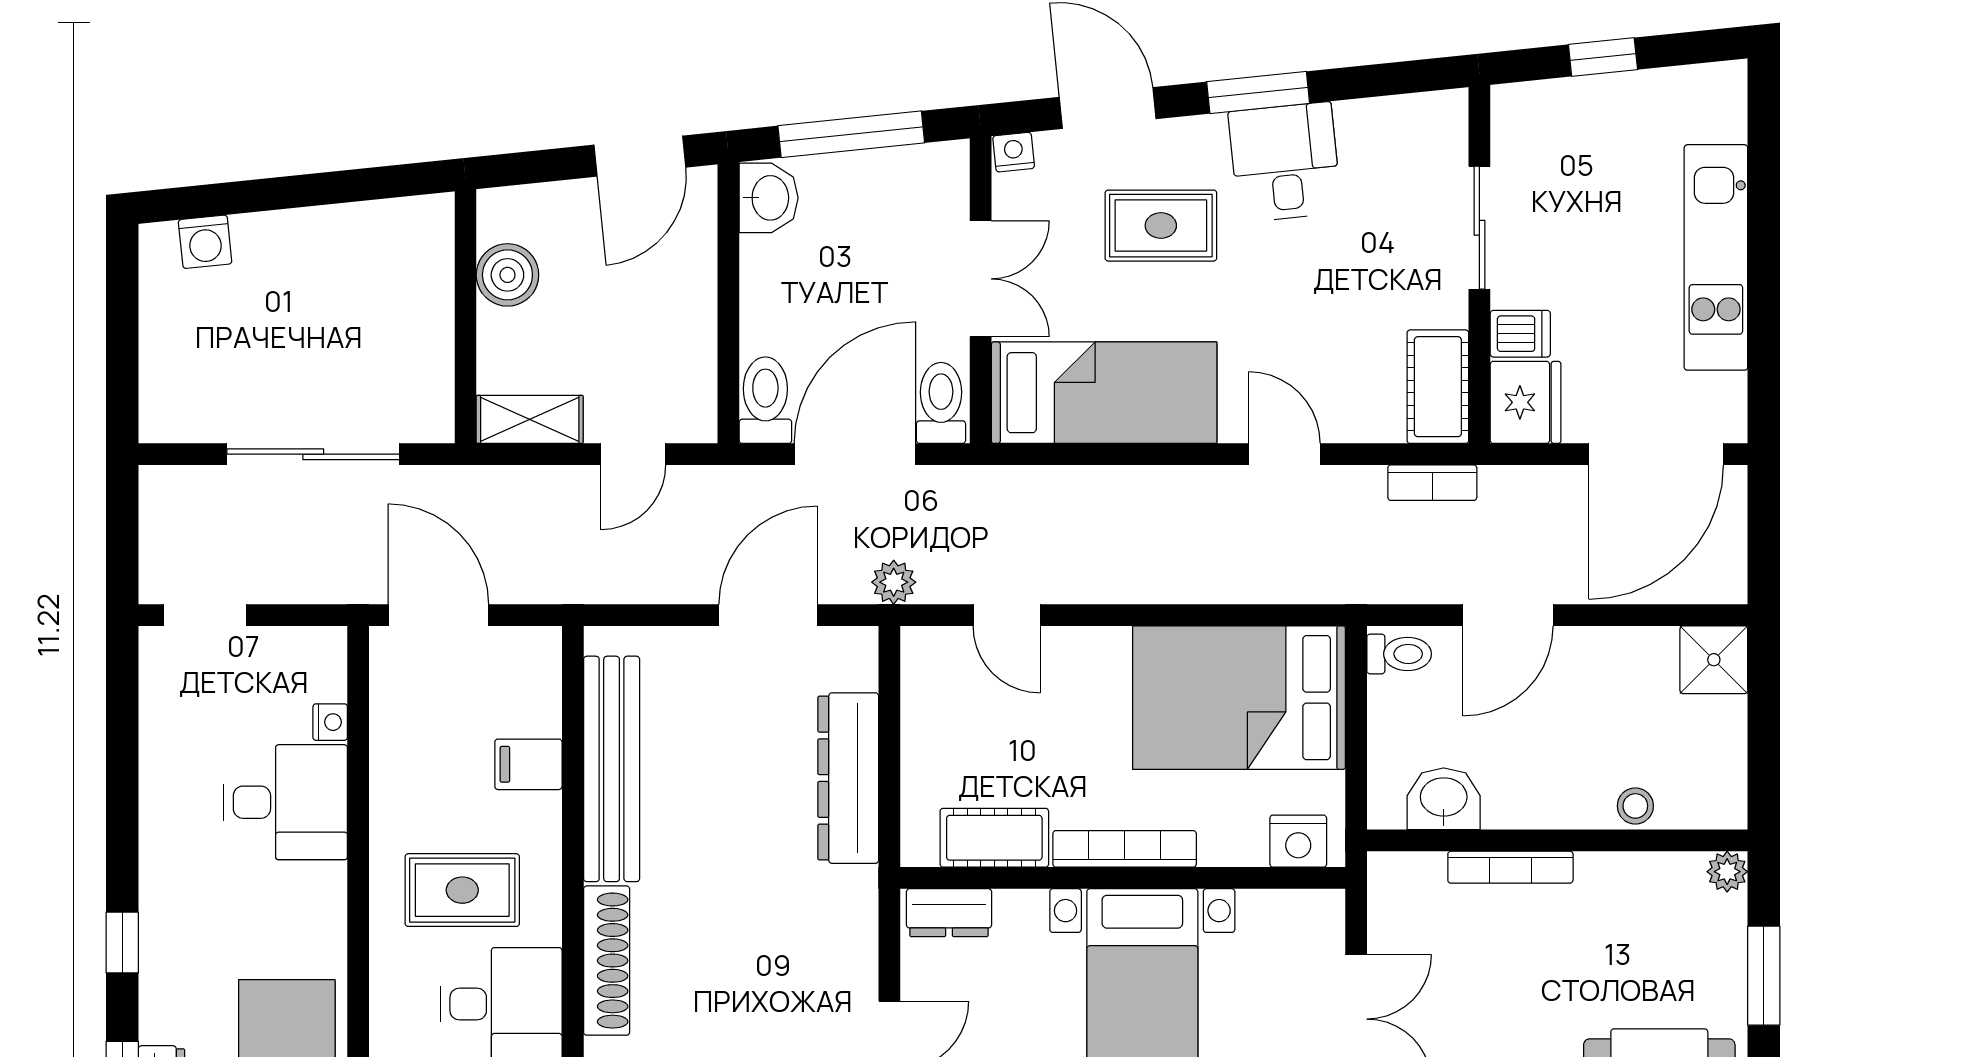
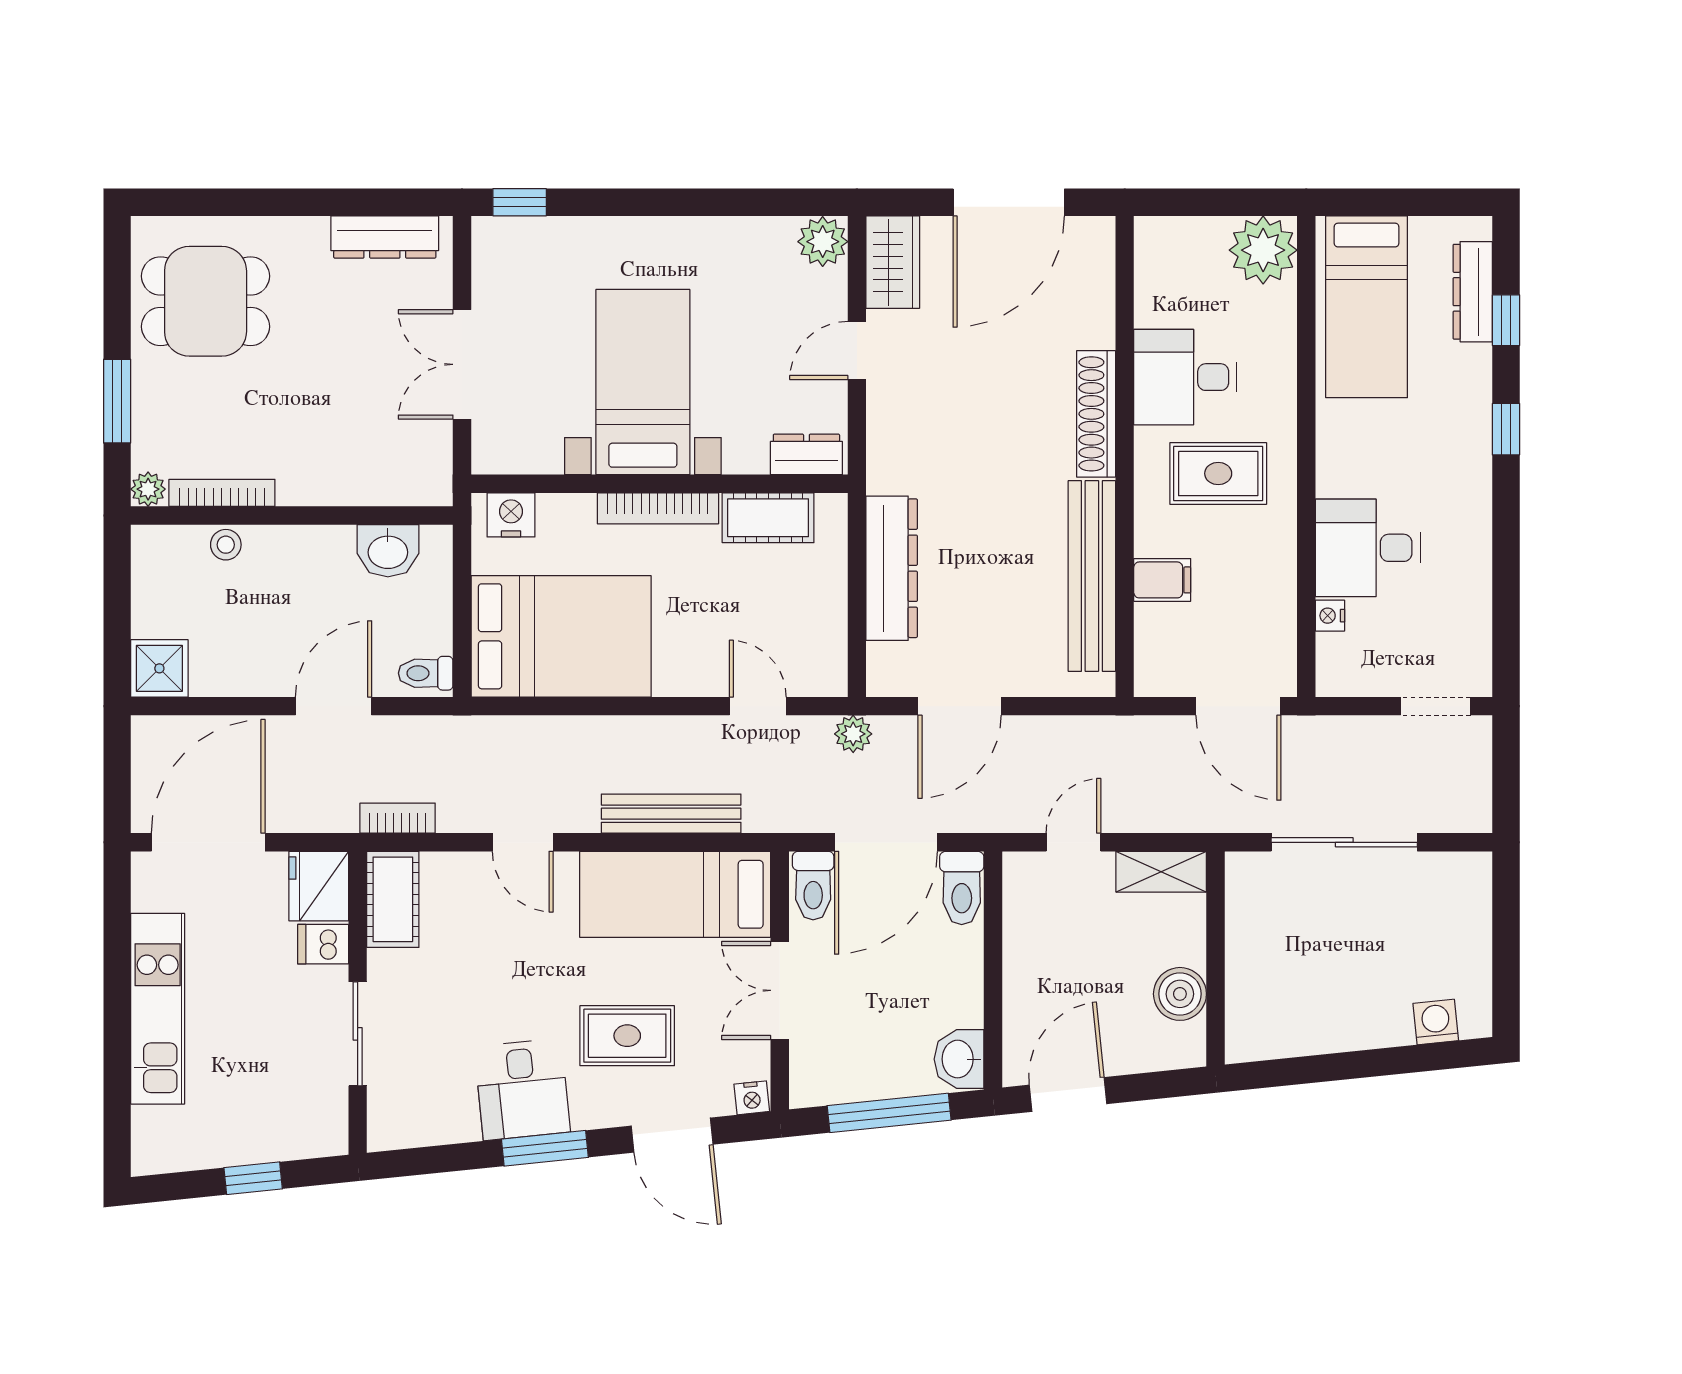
bench: (1109, 488) -> (671, 814), added
bookcase: (1510, 867) -> (222, 493), moved

